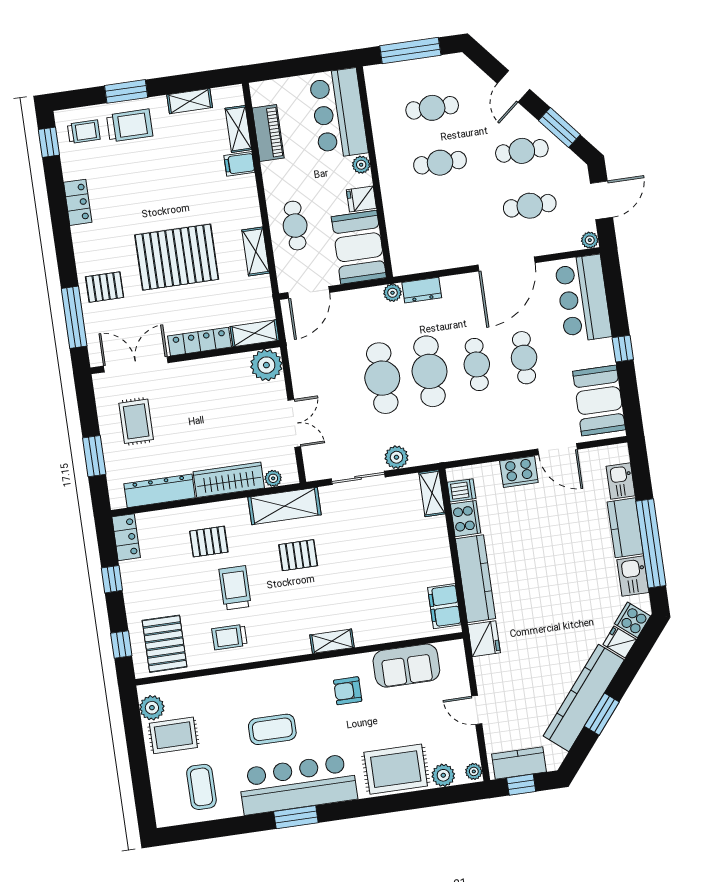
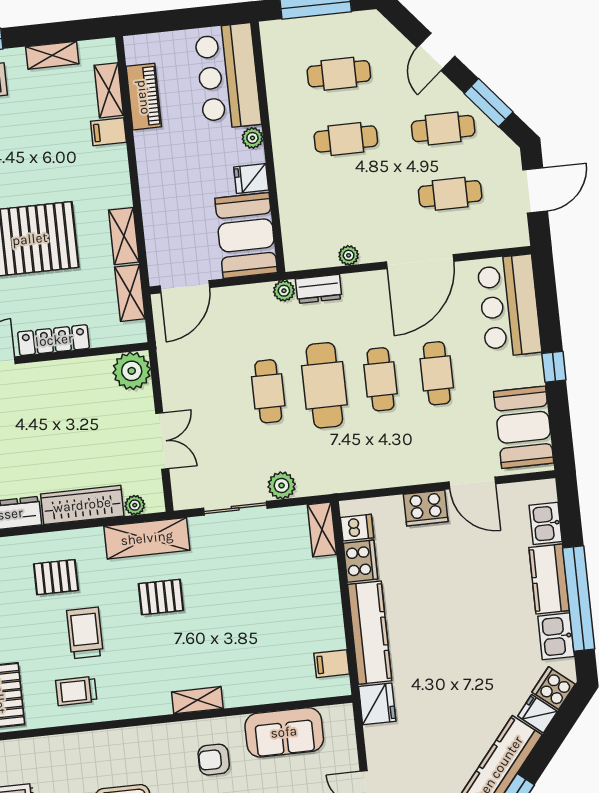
cafe table: (295, 226) -> (172, 207), removed
plant: (590, 240) -> (349, 255), moved
shelving: (255, 333) -> (130, 293), moved, turned 90
cafe table: (382, 378) -> (268, 391), width x0.73, depth x0.74
filing cabinet: (444, 606) -> (332, 664), width x0.50

